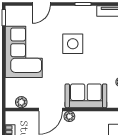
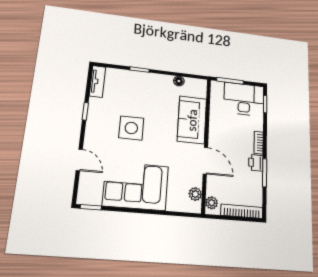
plant: (69, 116) -> (212, 203), moved

